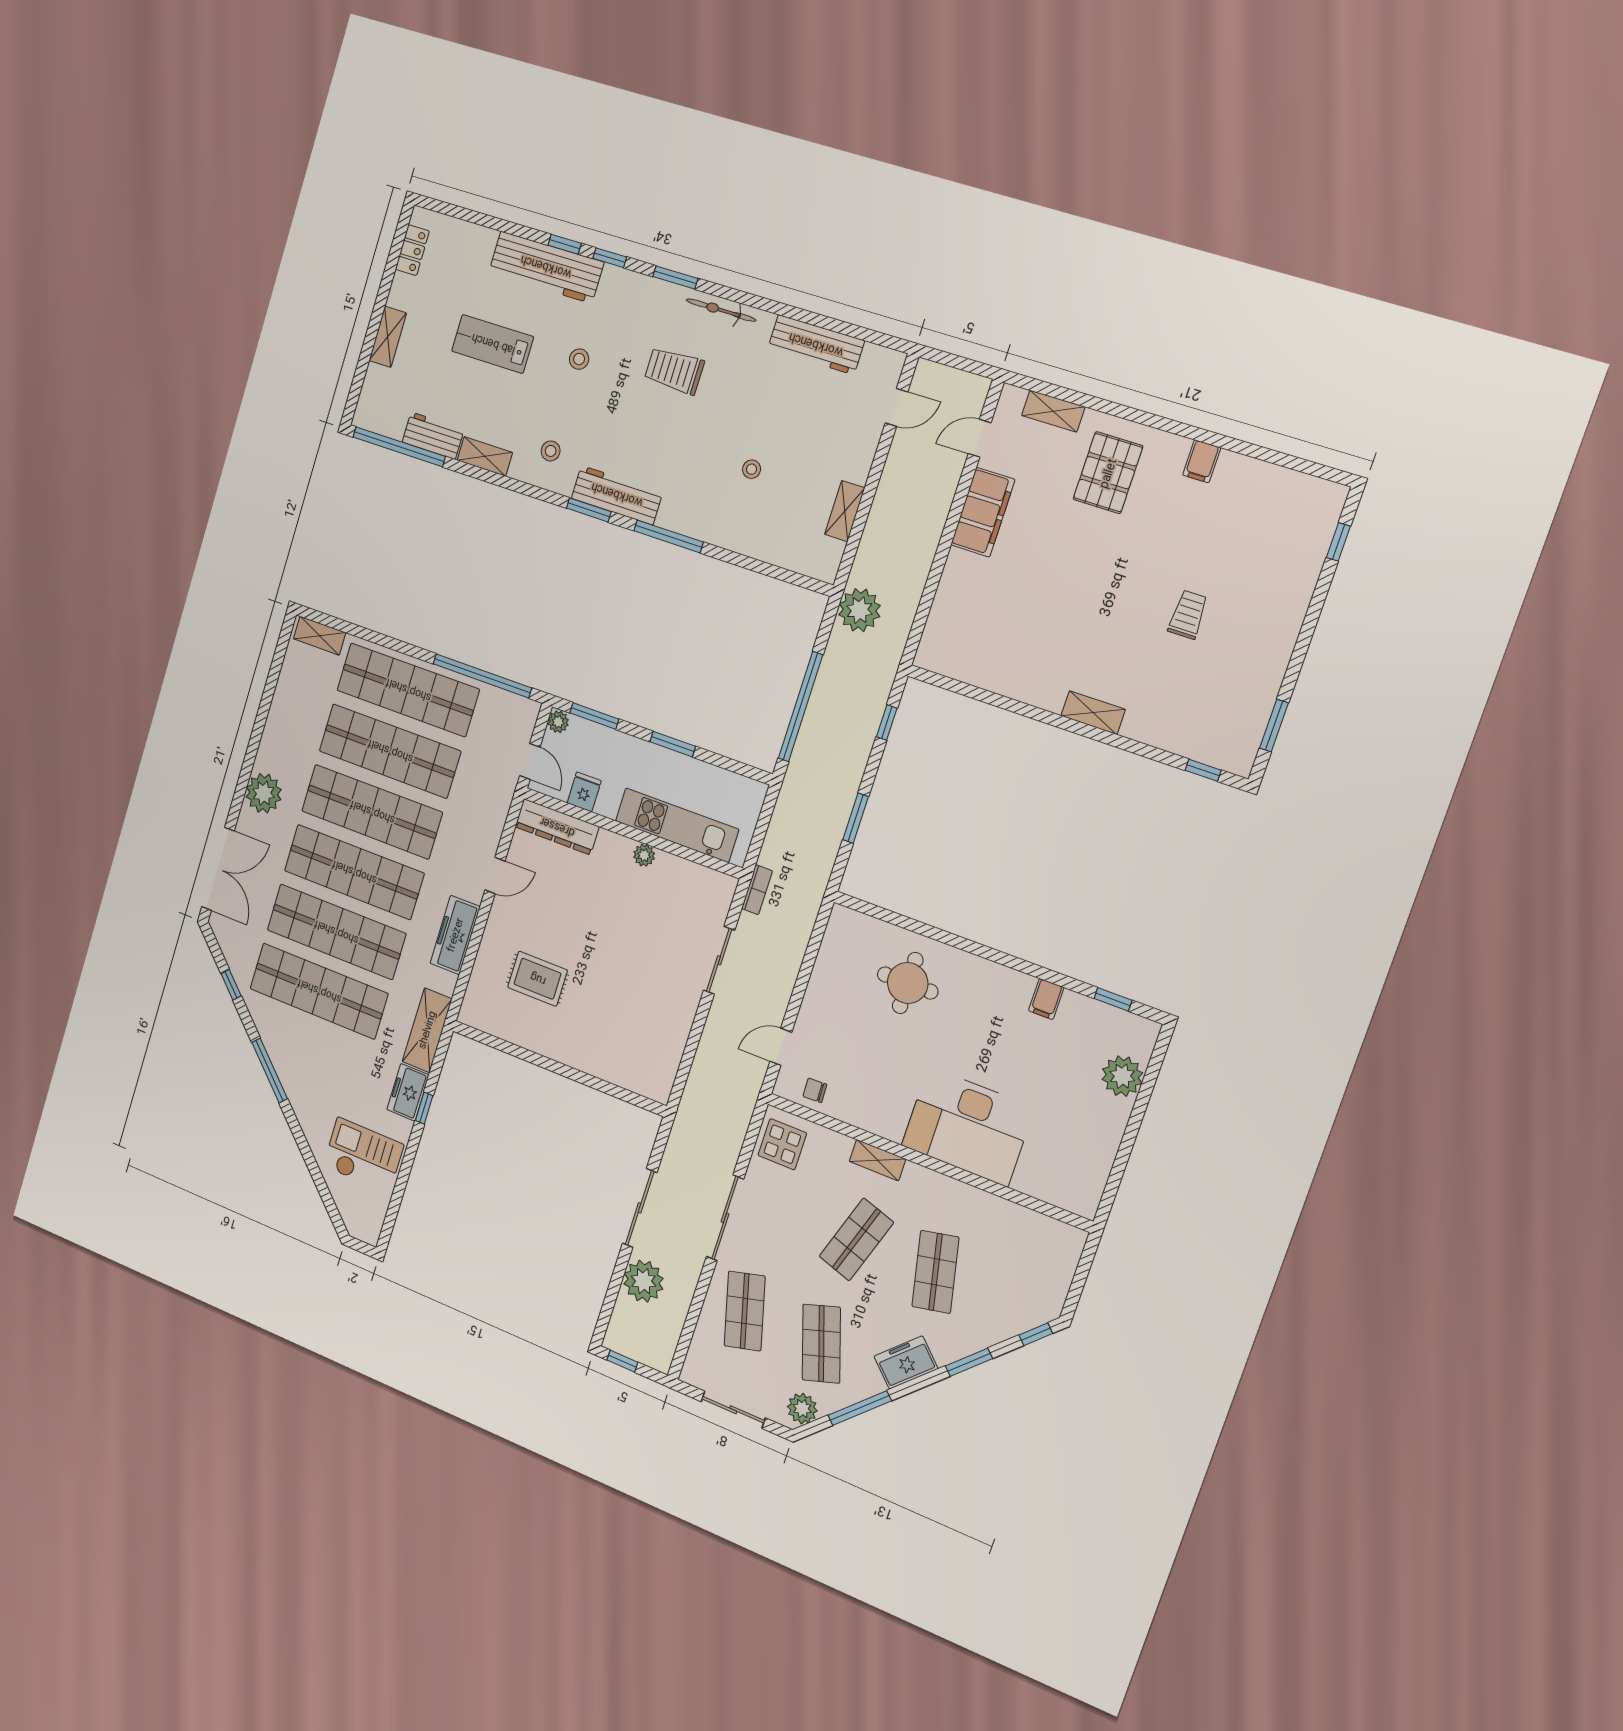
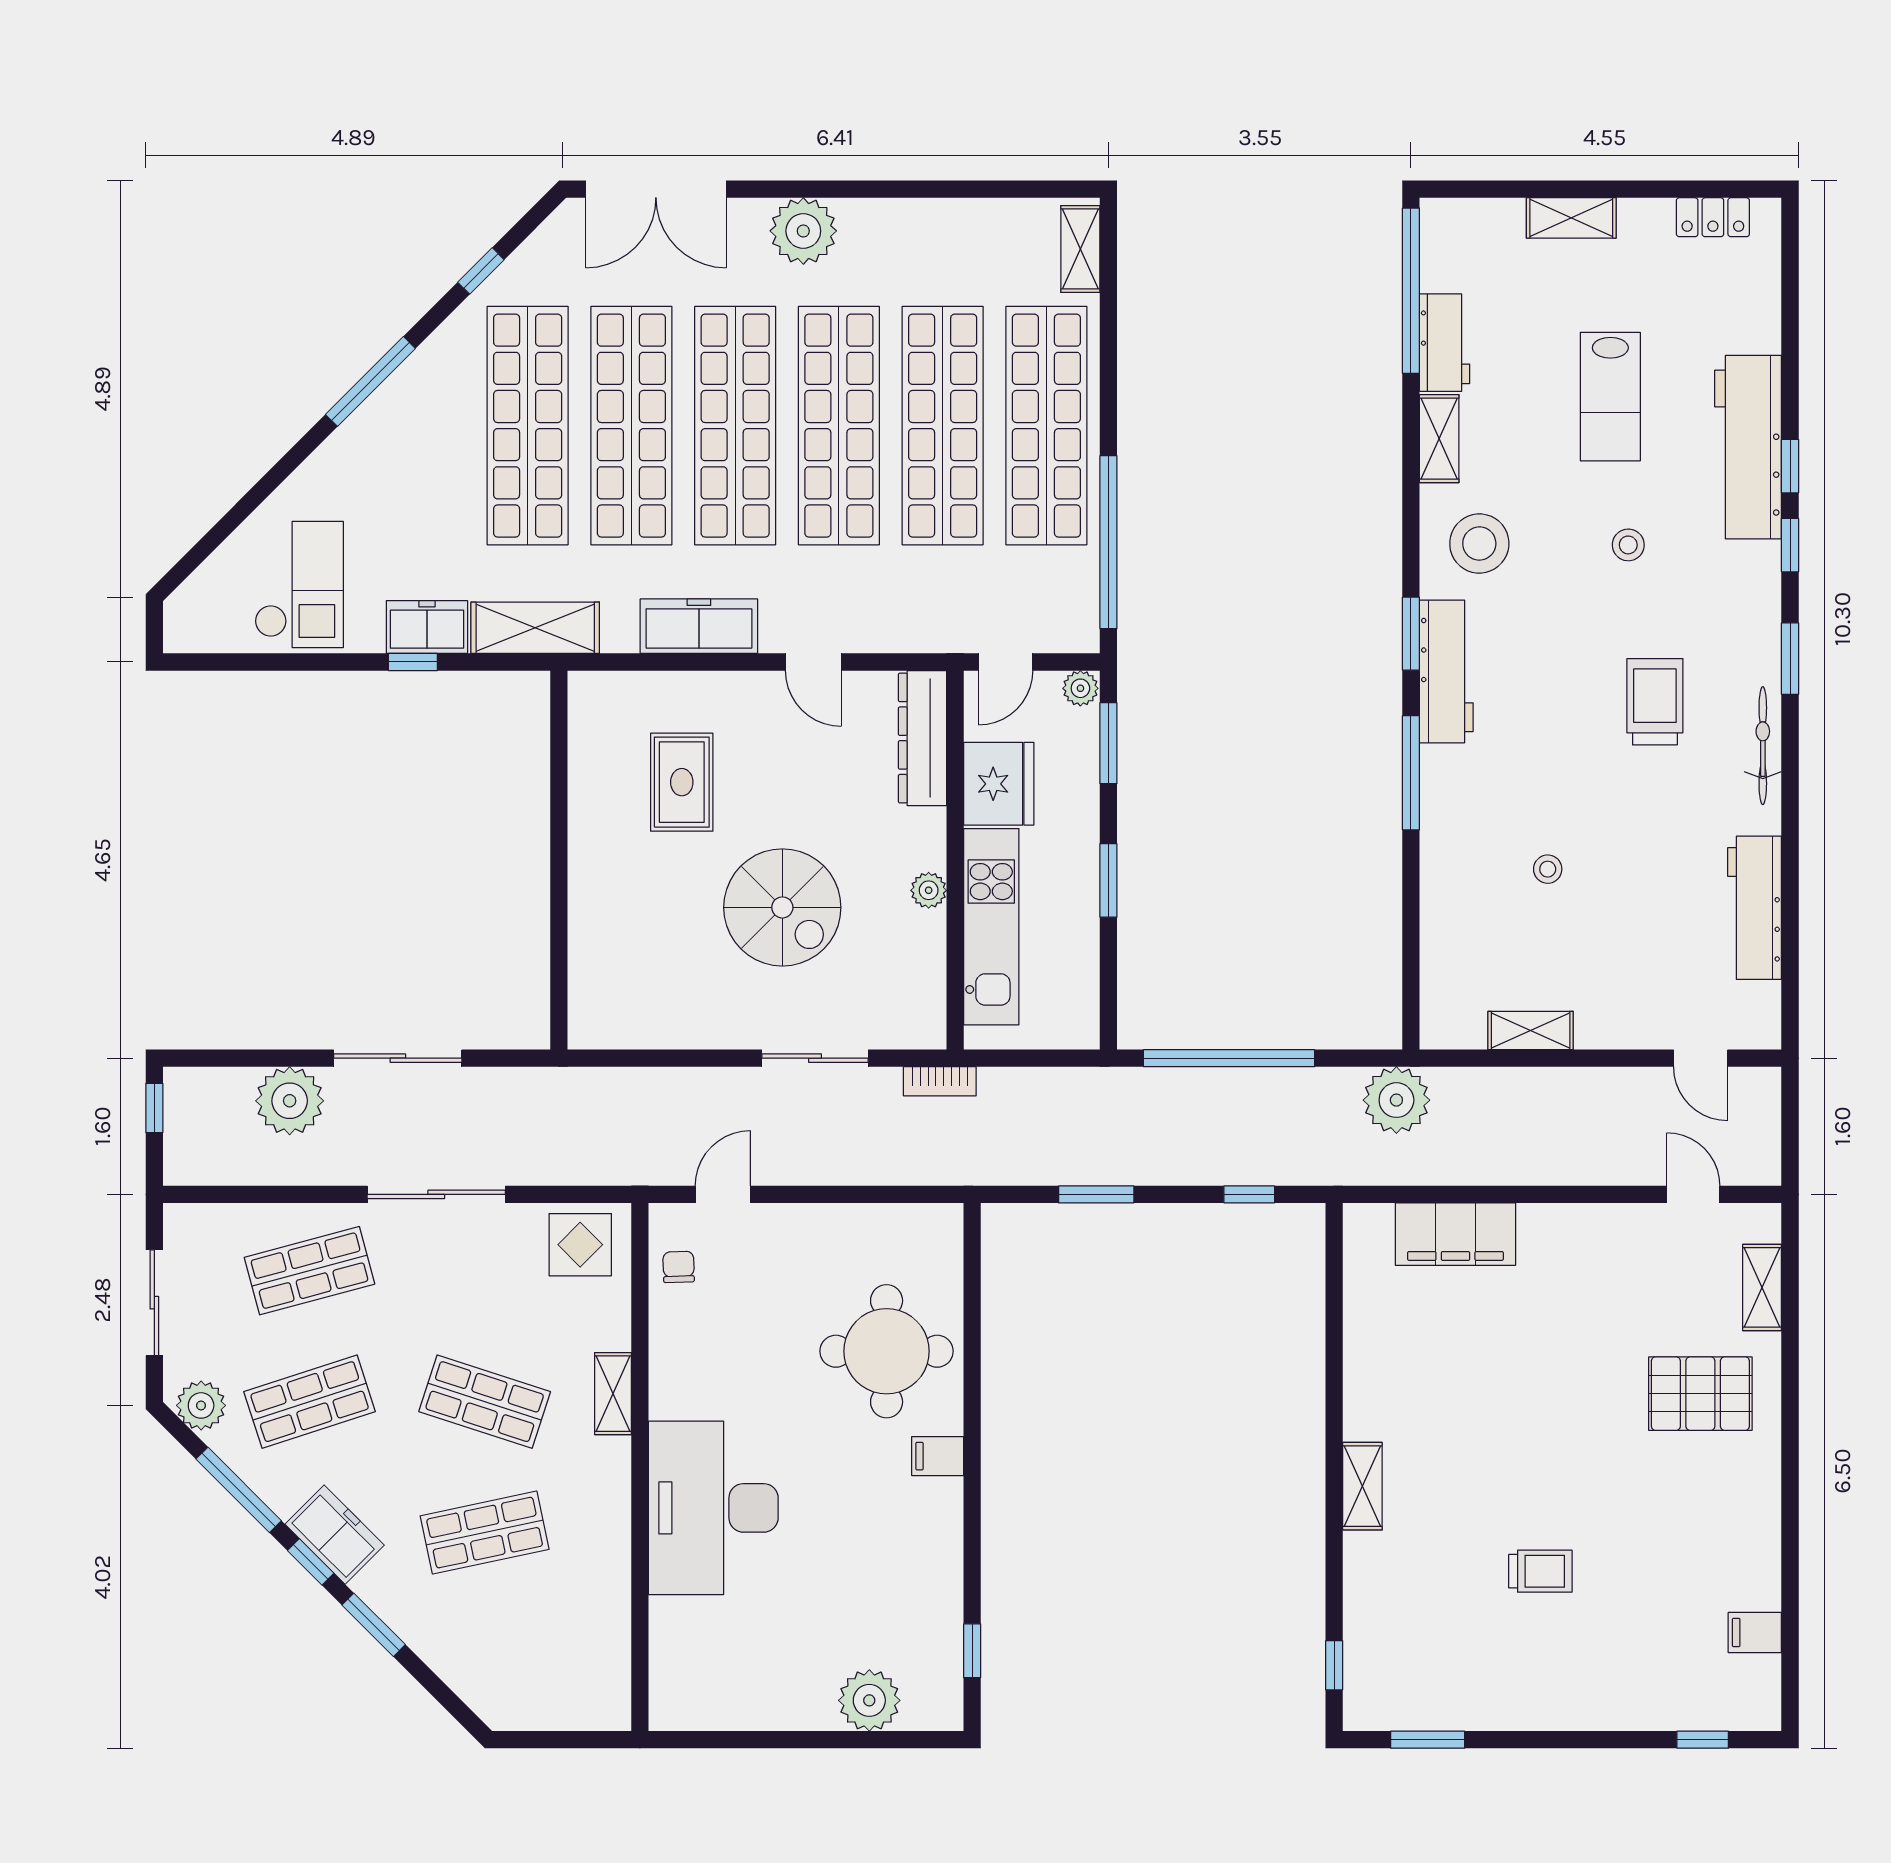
lab bench: (493, 344) -> (1610, 397), turned 180
stool: (551, 451) -> (1479, 544), width x1.89, depth x1.89
filing cabinet: (1202, 461) -> (1755, 1632), moved
filing cabinet: (983, 512) -> (1455, 1234), moved
fridge: (584, 792) -> (999, 784), width x1.88, depth x1.34
spiral stairs: (626, 947) -> (782, 907), added
round table: (908, 983) -> (887, 1351), width x1.36, depth x1.36
filing cabinet: (1046, 999) -> (938, 1456), moved
door: (781, 1047) -> (723, 1194), hinge flipped
window: (1036, 1334) -> (311, 1562), moved

